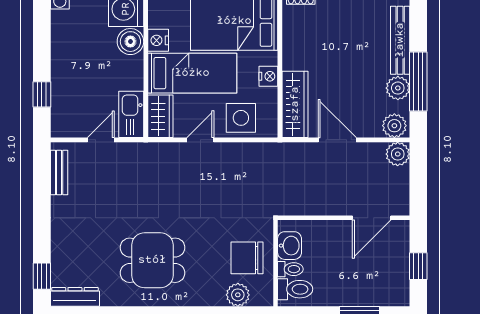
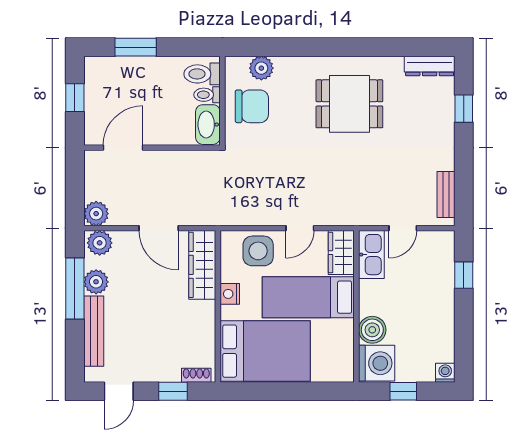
nightstand: (158, 40) -> (344, 331), removed
washbasin: (290, 246) -> (208, 125), width x1.38
window: (42, 276) -> (464, 109), moved

